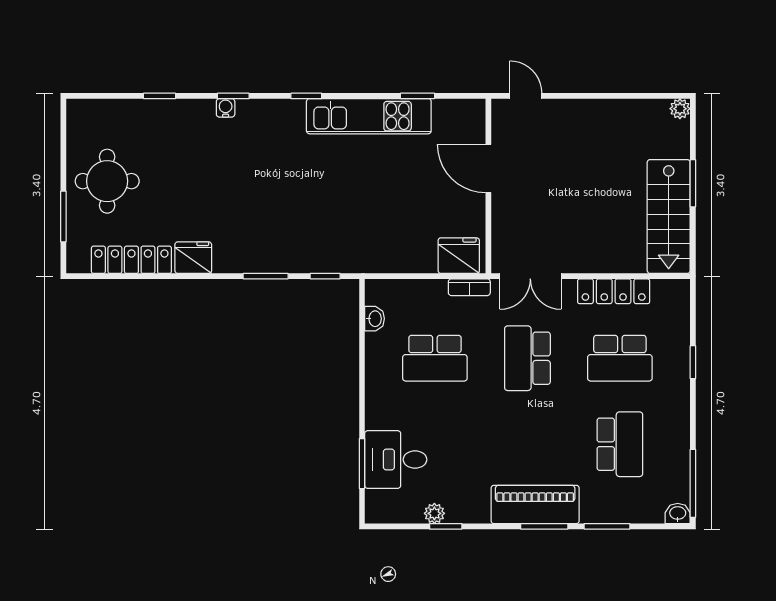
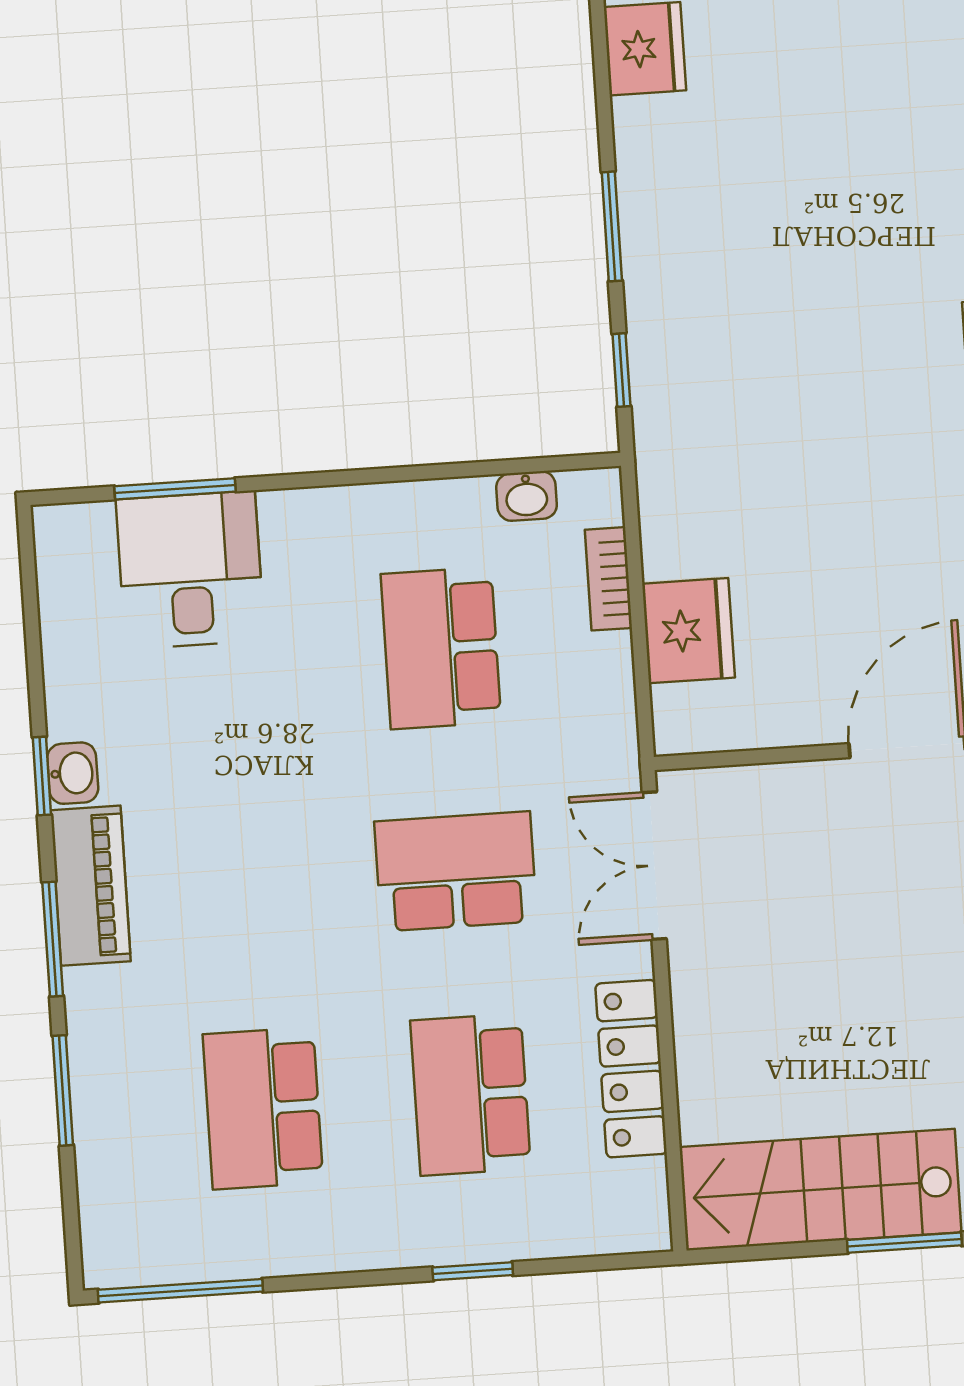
fridge: (459, 256) -> (688, 631), moved
bookcase: (469, 287) -> (608, 579), moved
school desk: (620, 444) -> (263, 1108), turned 90
piano: (535, 504) -> (91, 886), width x0.73, depth x0.75
plant: (434, 513) -> (66, 672), removed
washbasin: (678, 514) -> (73, 773), moved
window: (446, 526) -> (42, 776), moved

